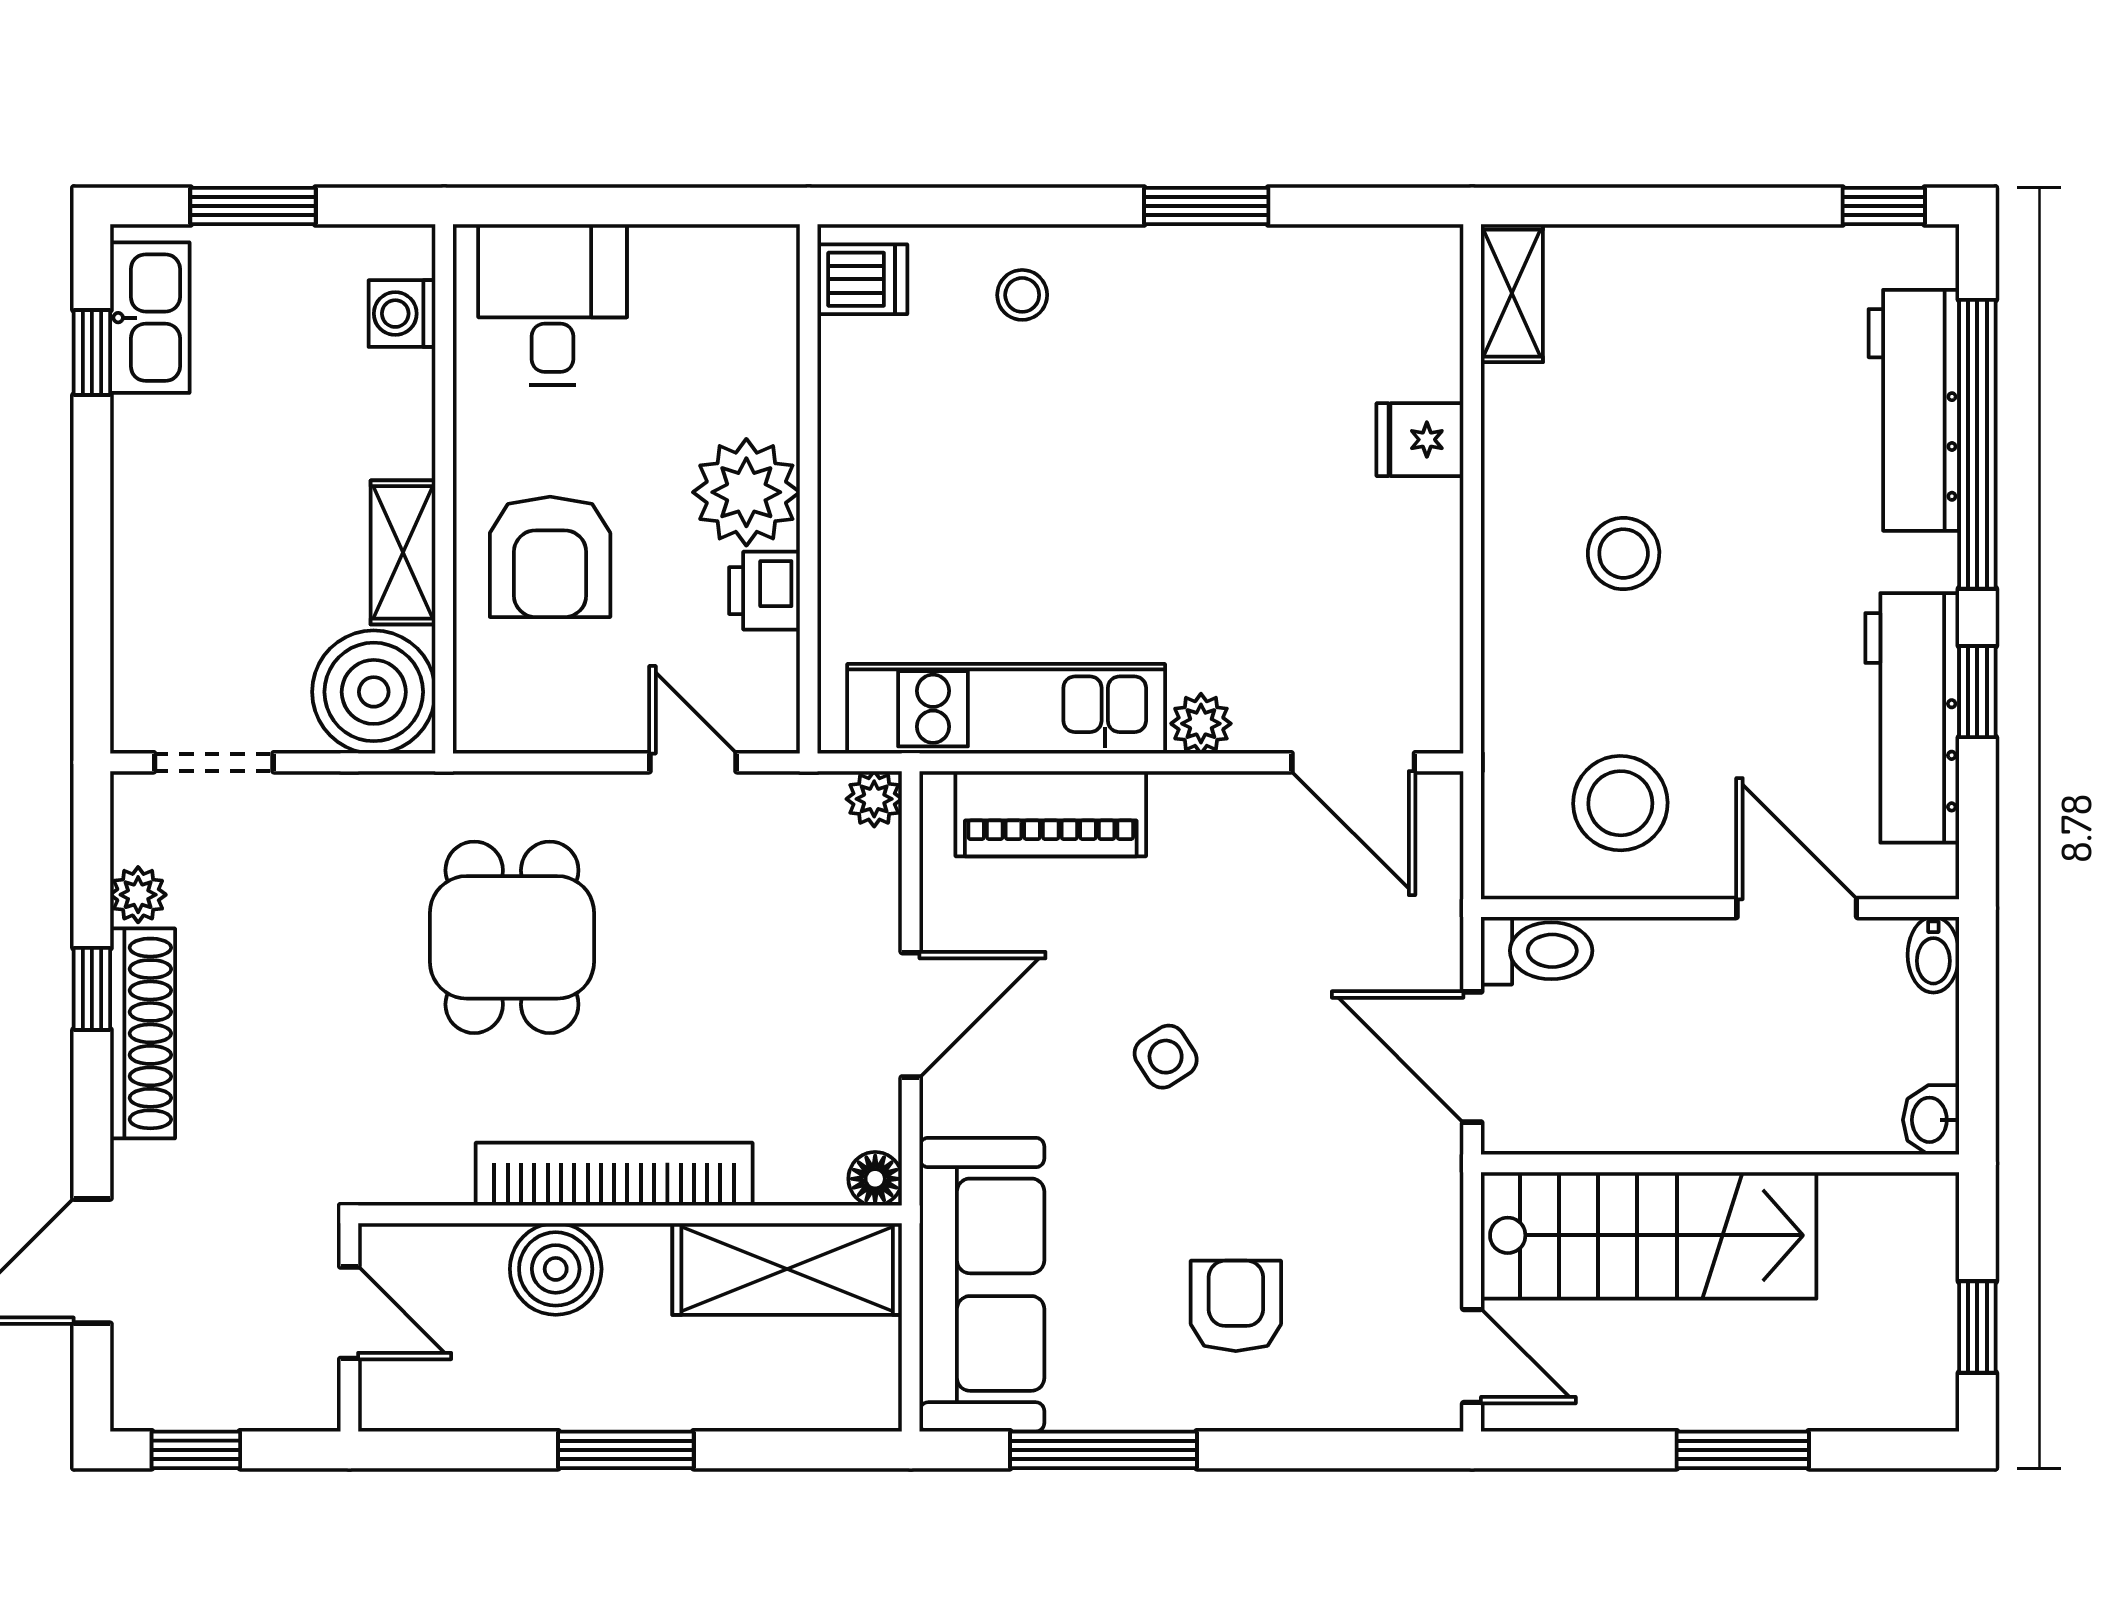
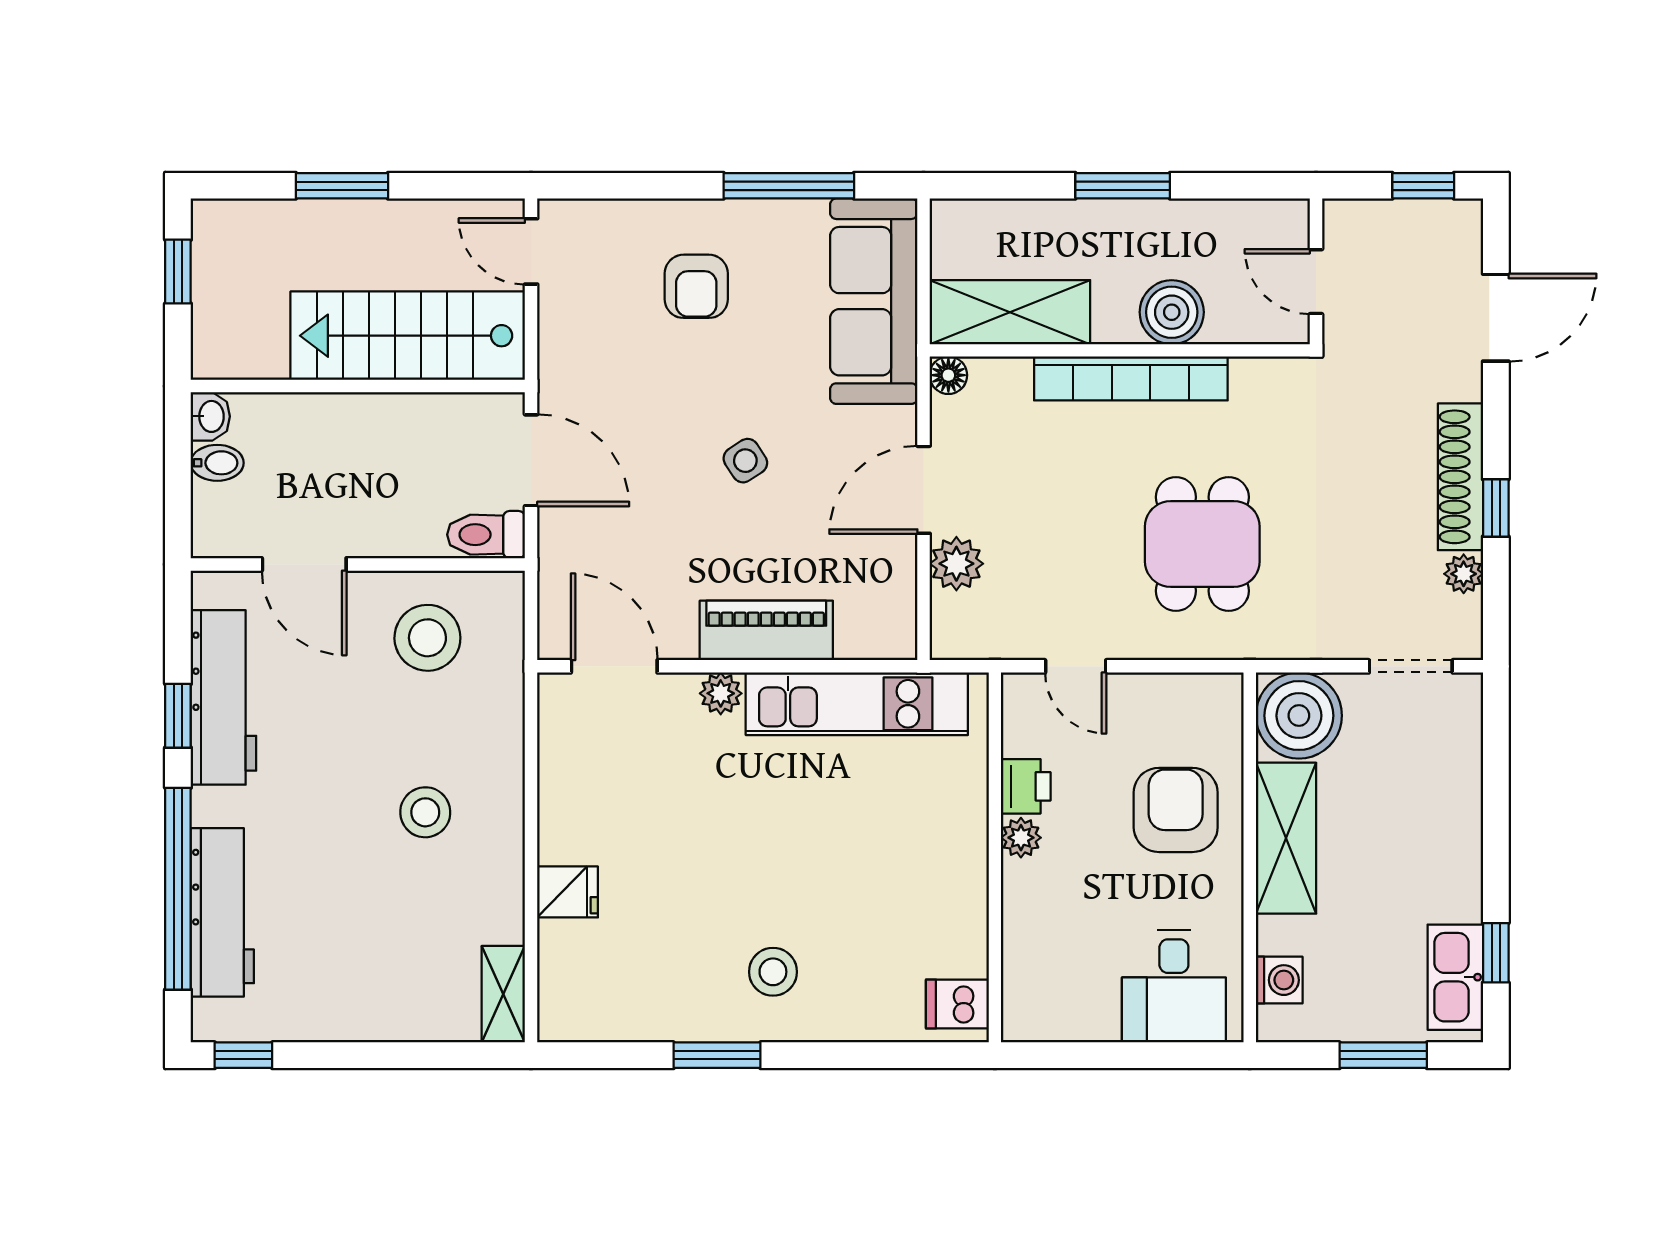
stool: (1022, 295) -> (773, 972), moved, width x1.37, depth x1.37
plant: (746, 492) -> (1021, 838), width x0.53, depth x0.53
shelving: (403, 552) -> (1286, 838), width x1.50, depth x1.33
plant: (874, 799) -> (956, 564), moved, width x1.38, depth x1.38
piano: (1051, 814) -> (766, 630), moved
bidet: (1933, 955) -> (217, 463), moved, turned 90

